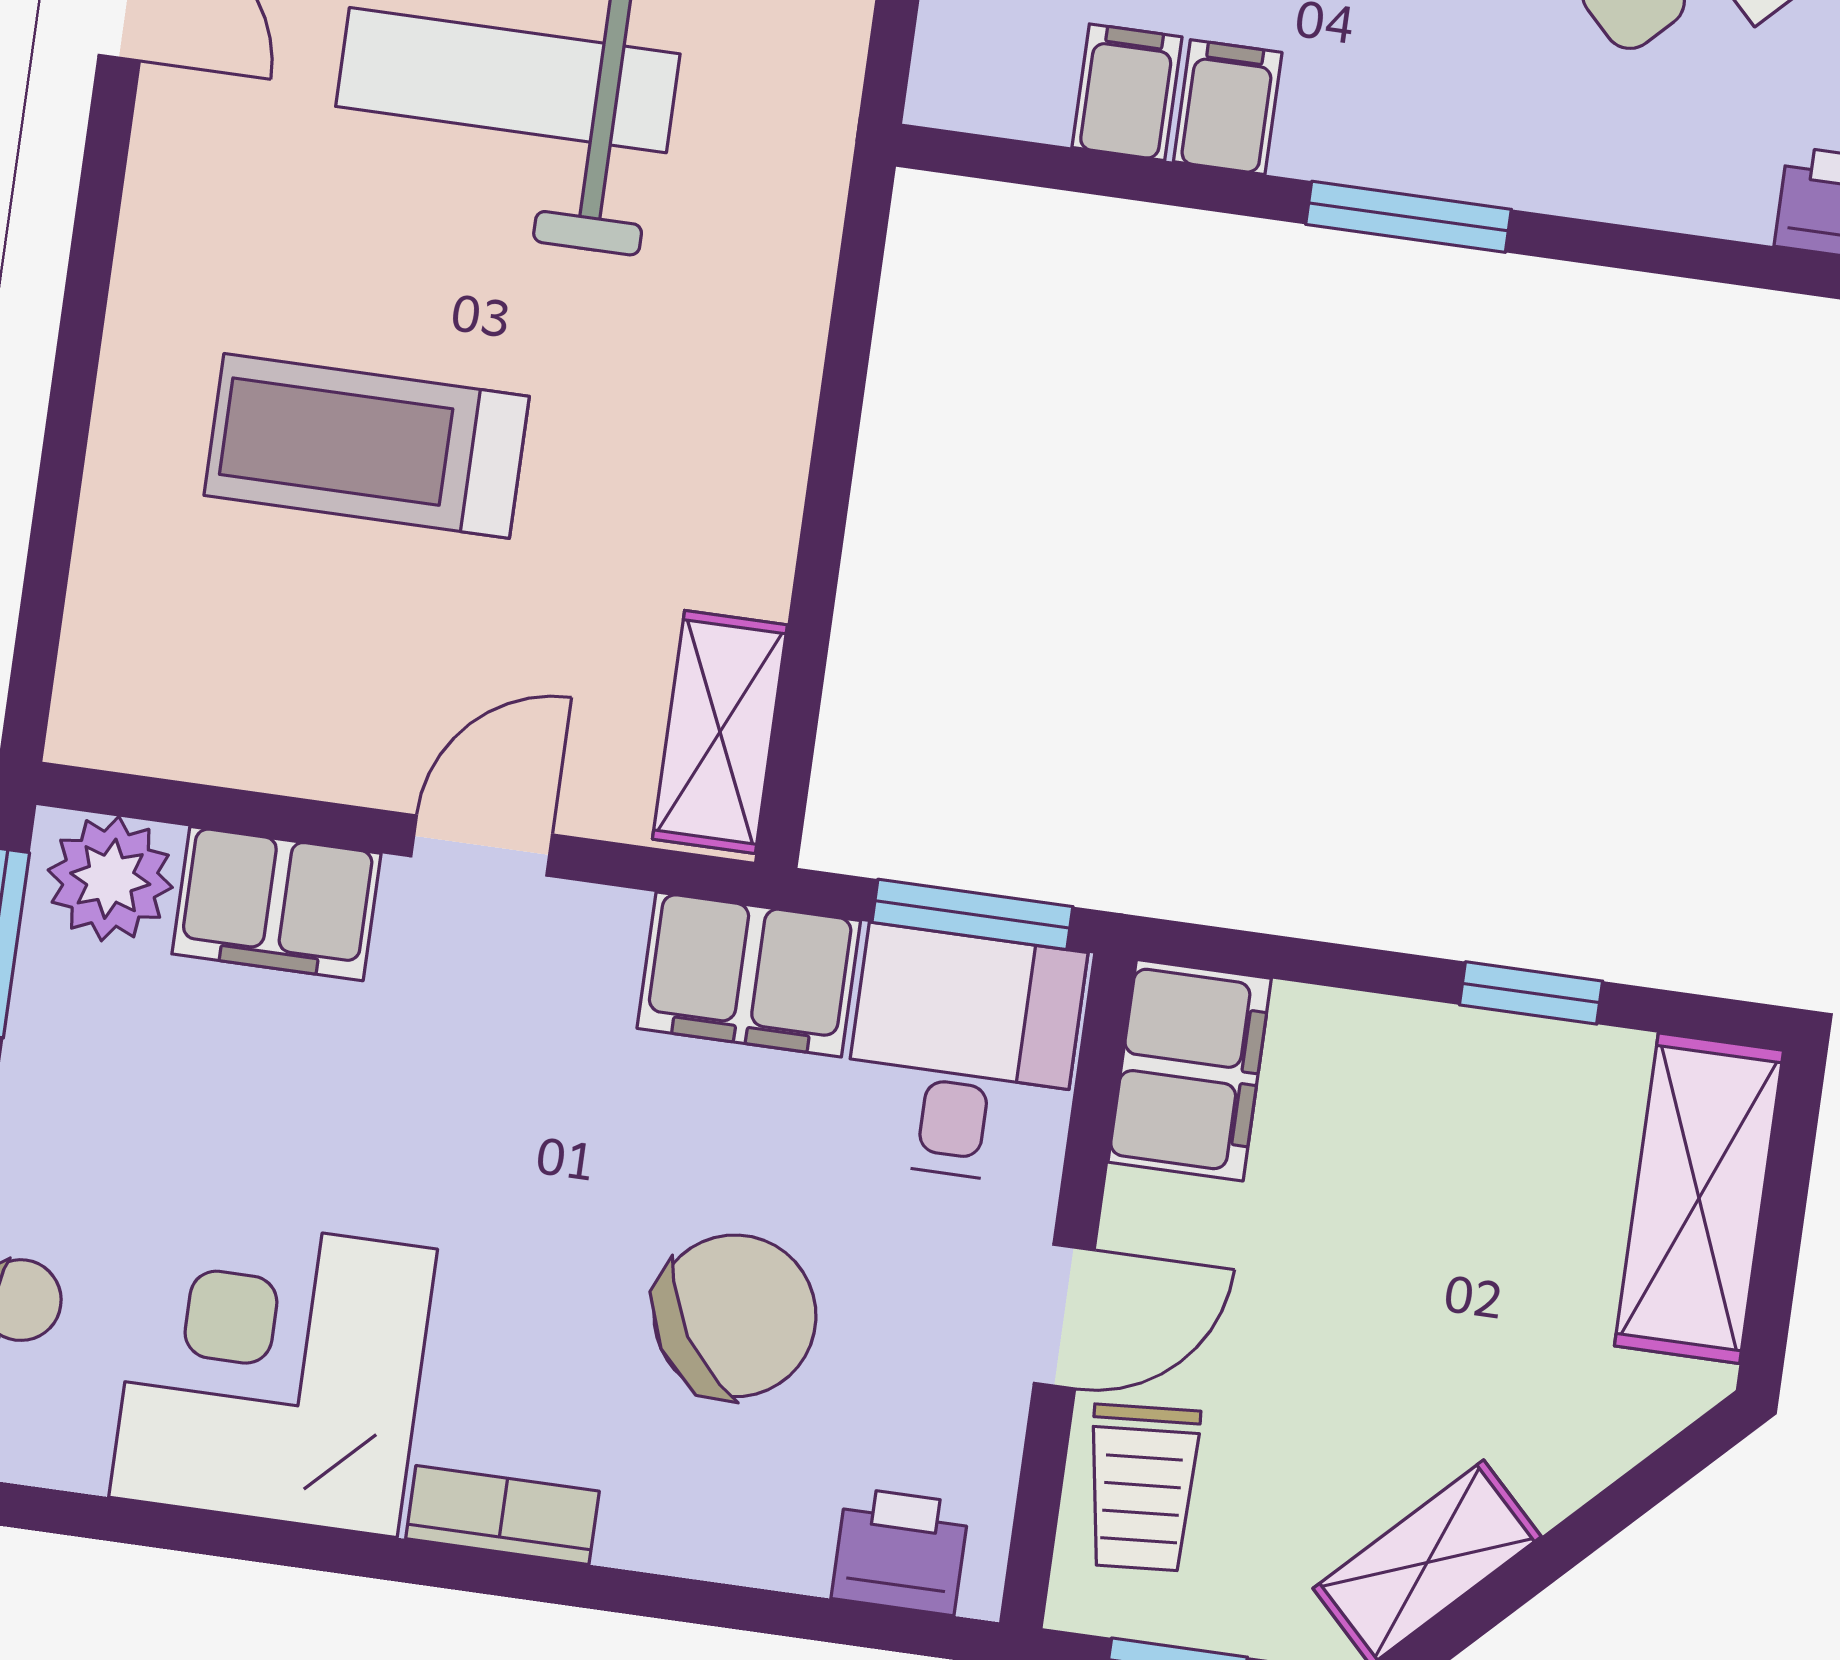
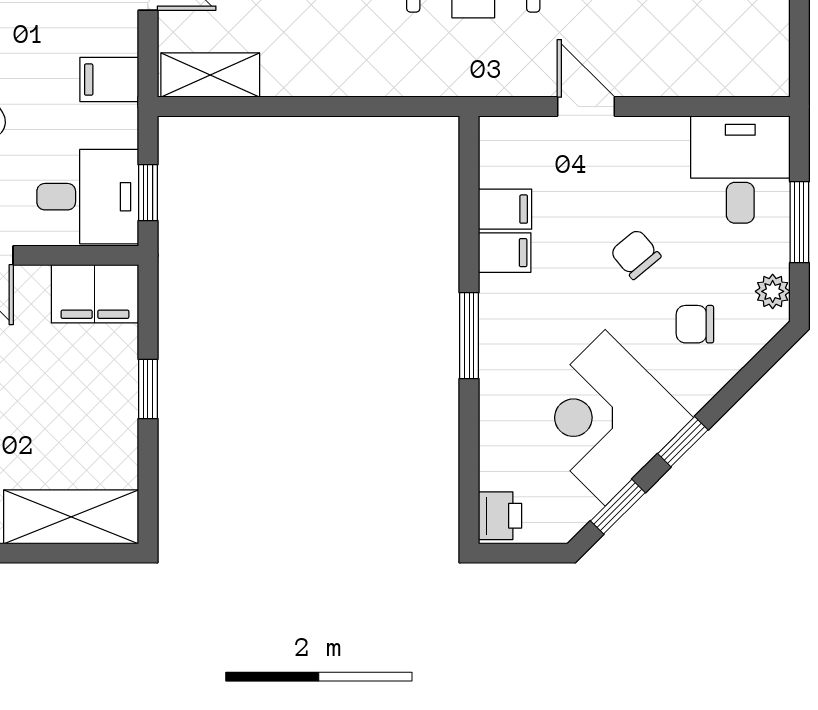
window: (972, 914) -> (148, 193), width x0.67
filing cabinet: (749, 975) -> (109, 80), width x0.50
window: (1531, 993) -> (148, 389), moved

